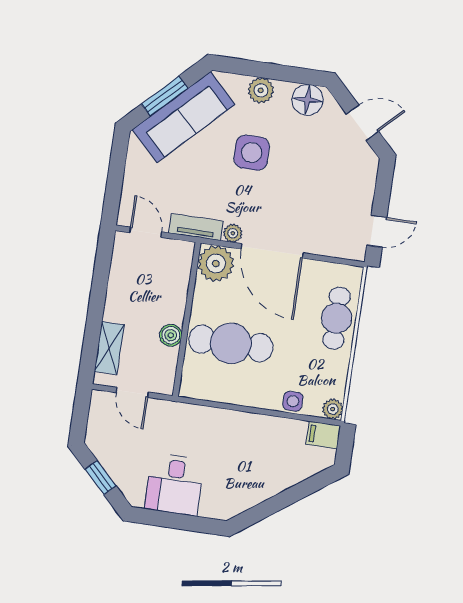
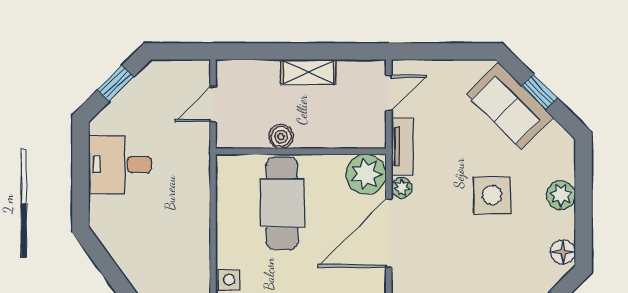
window: (165, 96) -> (539, 92), width x0.67
floor lamp: (308, 100) -> (563, 252), width x0.73, depth x0.73
sofa: (184, 117) -> (510, 106), width x0.73
shelving: (109, 348) -> (308, 72), moved

